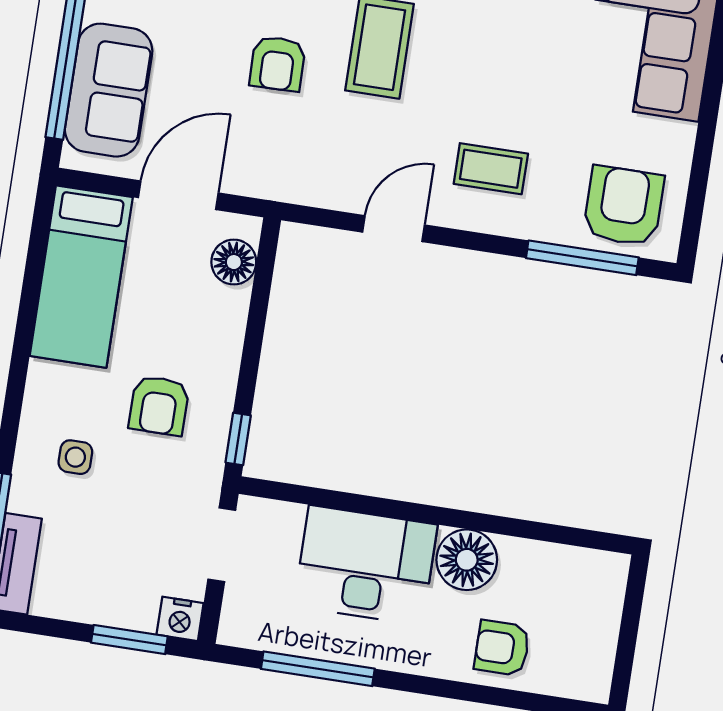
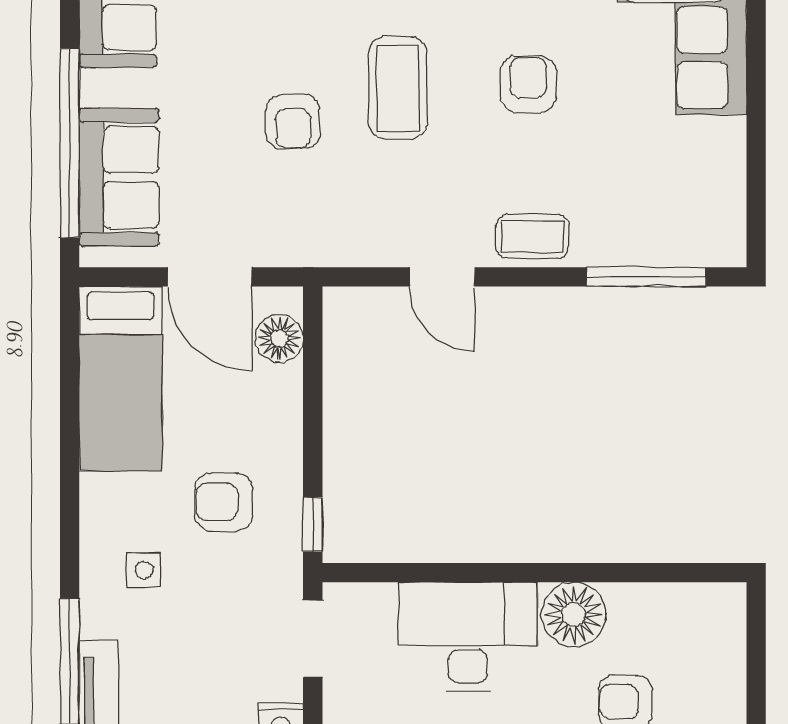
coffee table: (491, 169) -> (532, 236), moved
door: (178, 195) -> (210, 277), swing flipped
armchair: (624, 206) -> (528, 84), moved, width x0.72, depth x0.72
door: (394, 229) -> (442, 277), swing flipped
armchair: (159, 405) -> (224, 502), turned 90

